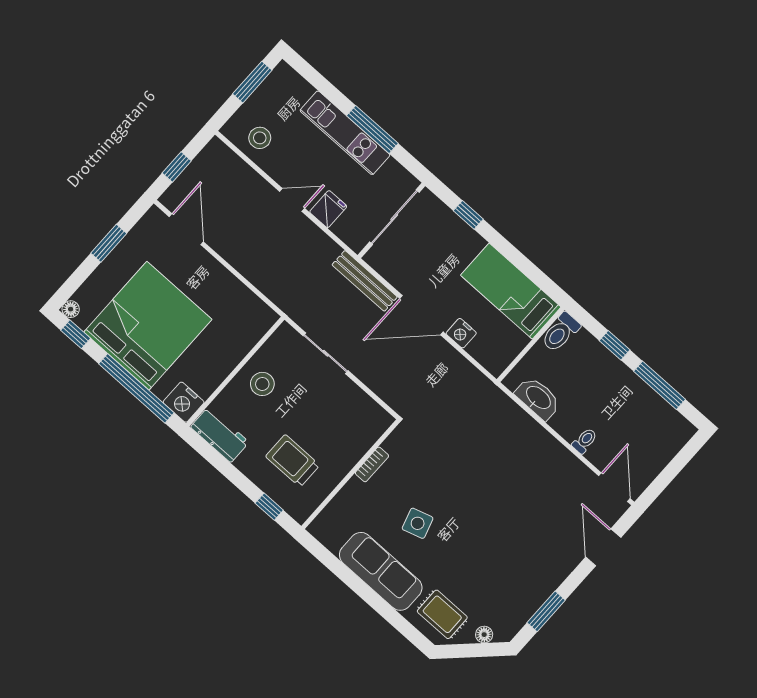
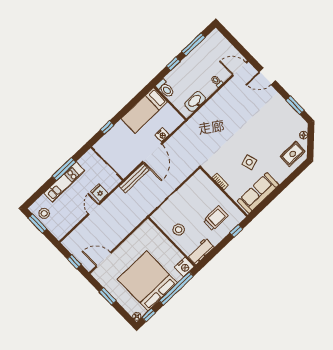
stool: (260, 138) -> (44, 213), moved
trolley: (293, 461) -> (216, 218), turned 180
sofa: (381, 571) -> (258, 193), moved

